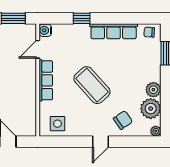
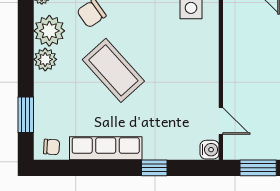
door: (38, 49) -> (221, 121), hinge flipped
row of seats: (46, 80) -> (209, 74), removed
coffee table: (92, 85) -> (113, 70), moved

